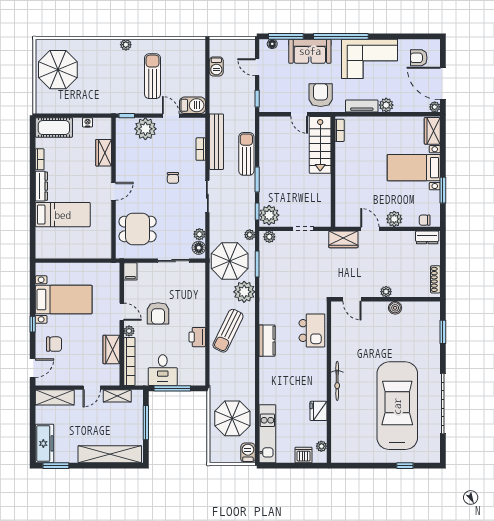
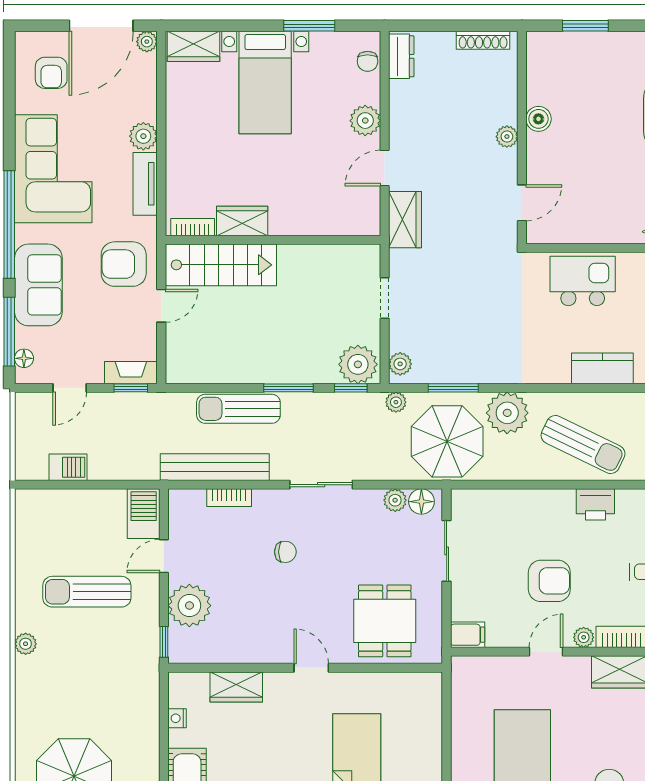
fireplace: (265, 99) -> (131, 373), added
wardrobe: (343, 156) -> (242, 221), added

